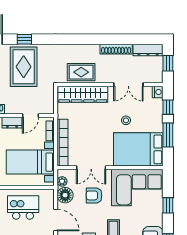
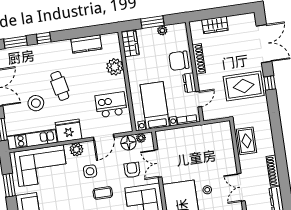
wardrobe: (83, 94) -> (226, 146), removed
door: (30, 116) -> (199, 99), swing flipped
bookcase: (62, 143) -> (178, 133), removed
kitchen island: (23, 207) -> (111, 105), turned -90

